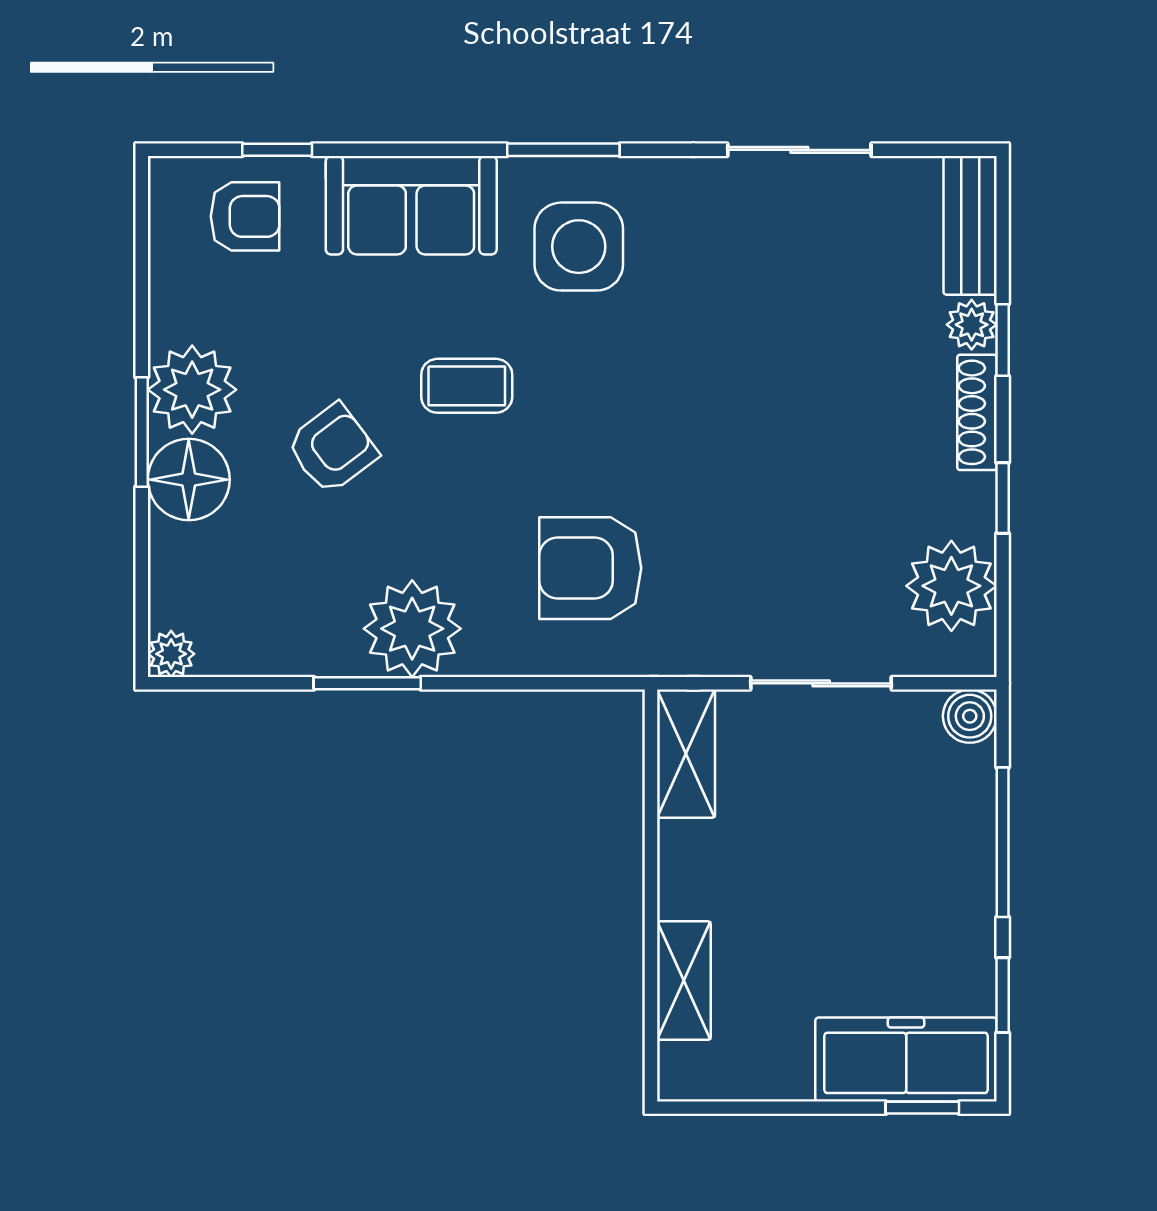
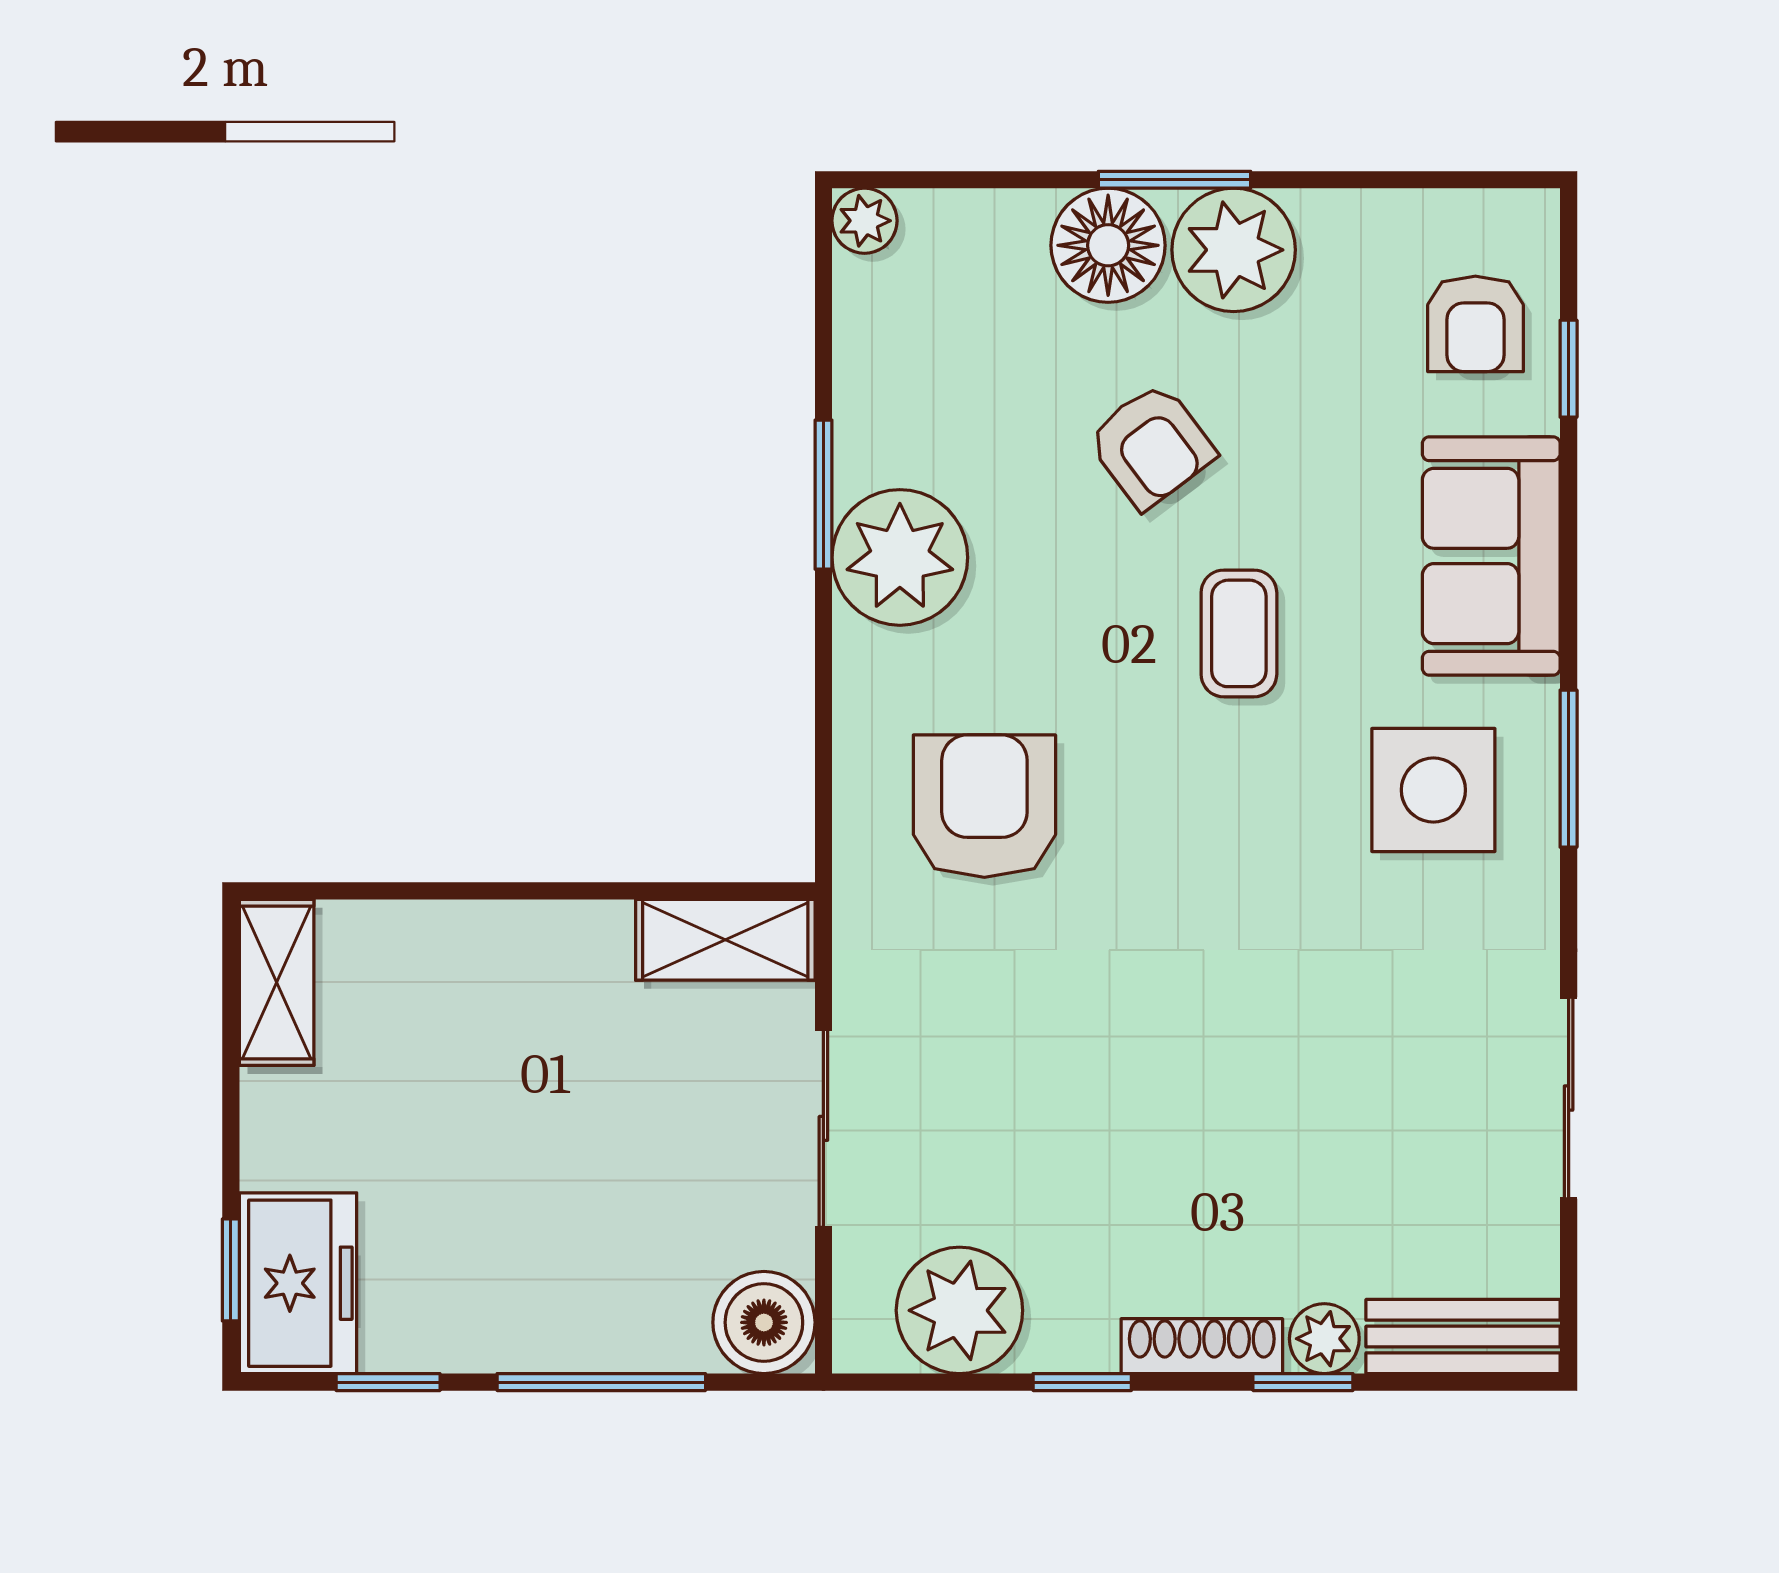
boiler: (970, 716) -> (764, 1322), width x1.36, depth x1.36
shelving: (684, 981) -> (277, 982), moved, turned 90
freezer: (906, 1060) -> (298, 1283), width x0.71

